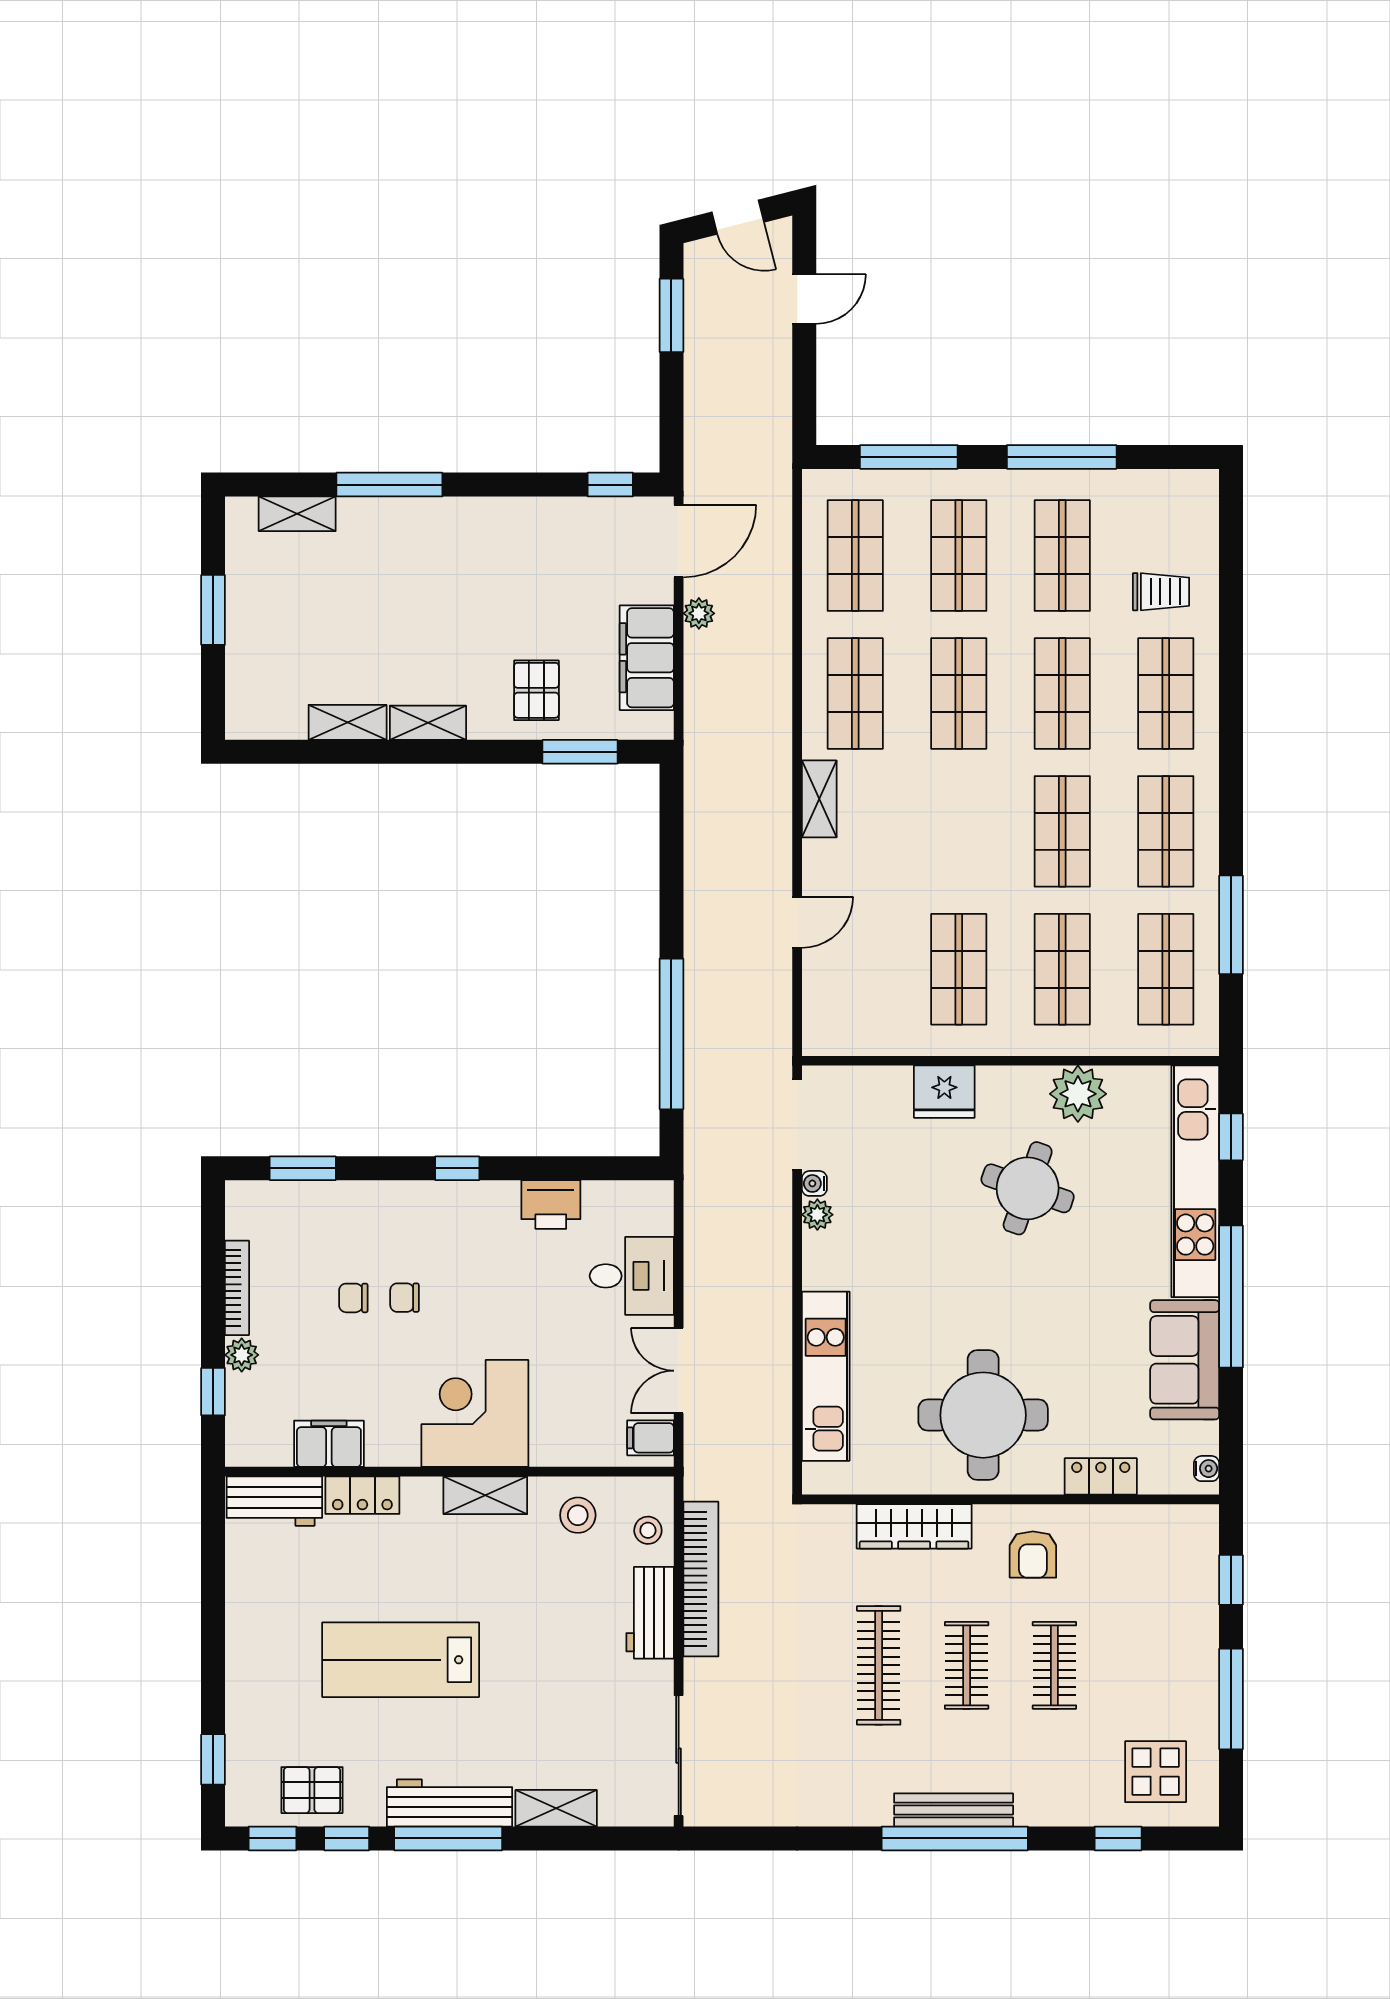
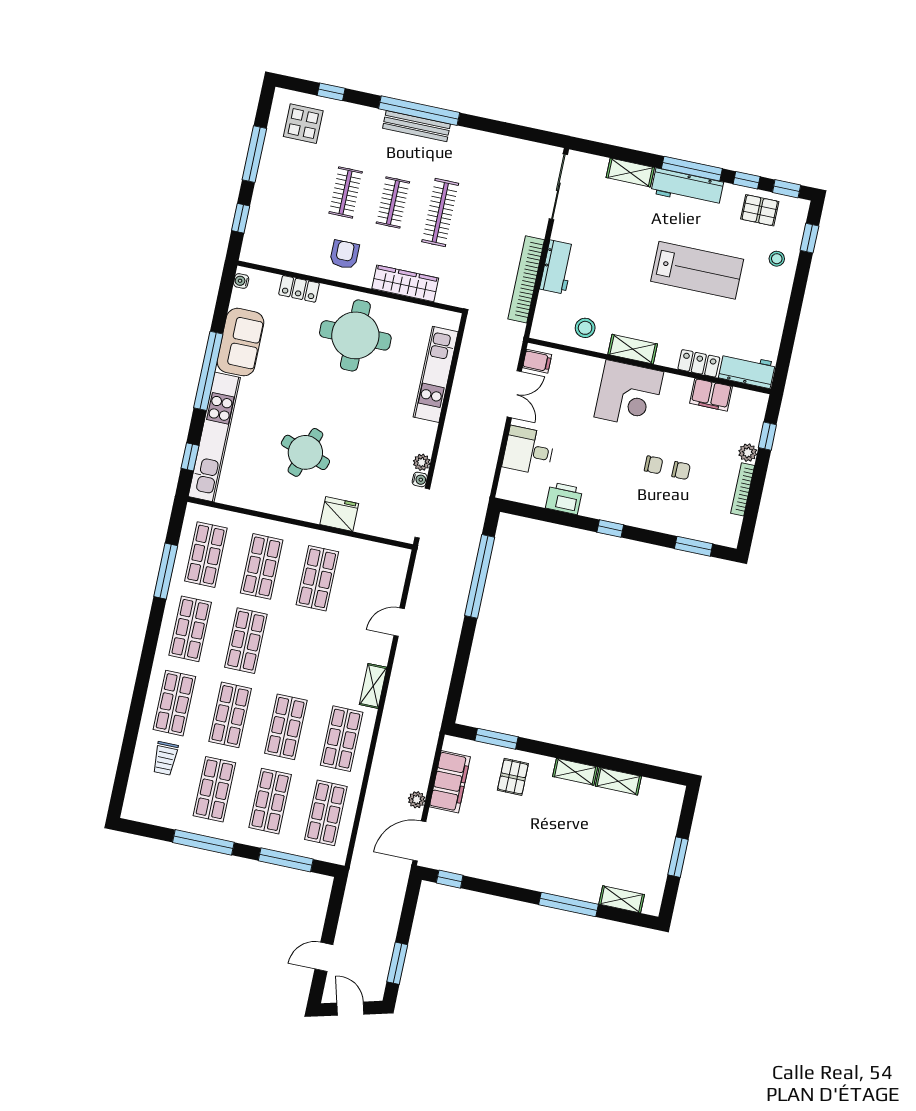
trolley: (1161, 592) -> (165, 758), turned -90
plant: (1078, 1094) -> (267, 498), removed
stool: (648, 1530) -> (777, 259), moved

